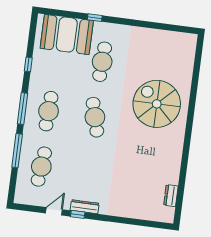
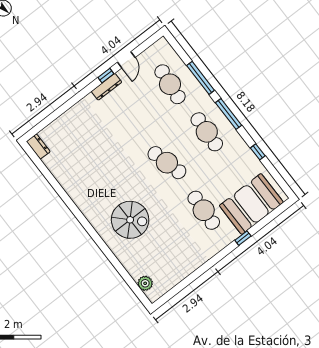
plant: (189, 52) -> (145, 283), added
spiral stairs: (157, 104) -> (130, 220), width x0.73, depth x0.73
dresser: (171, 196) -> (38, 147), moved

